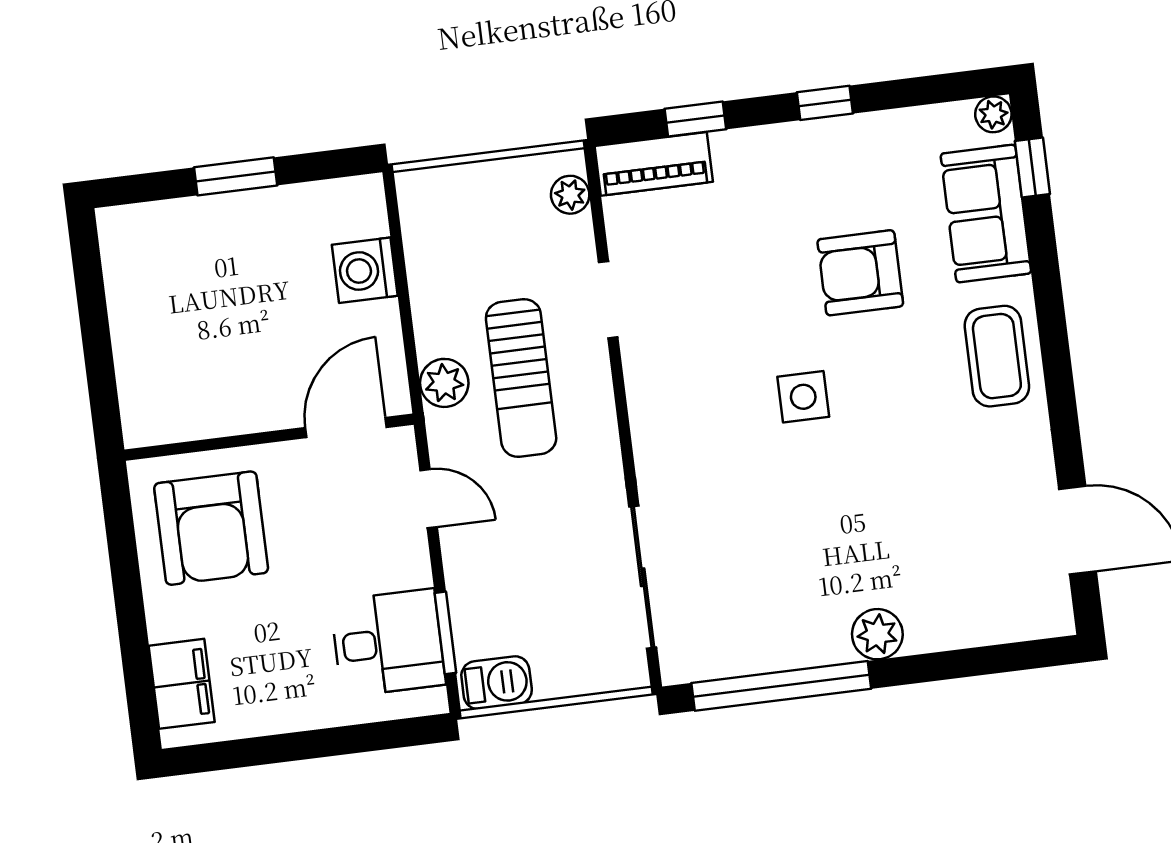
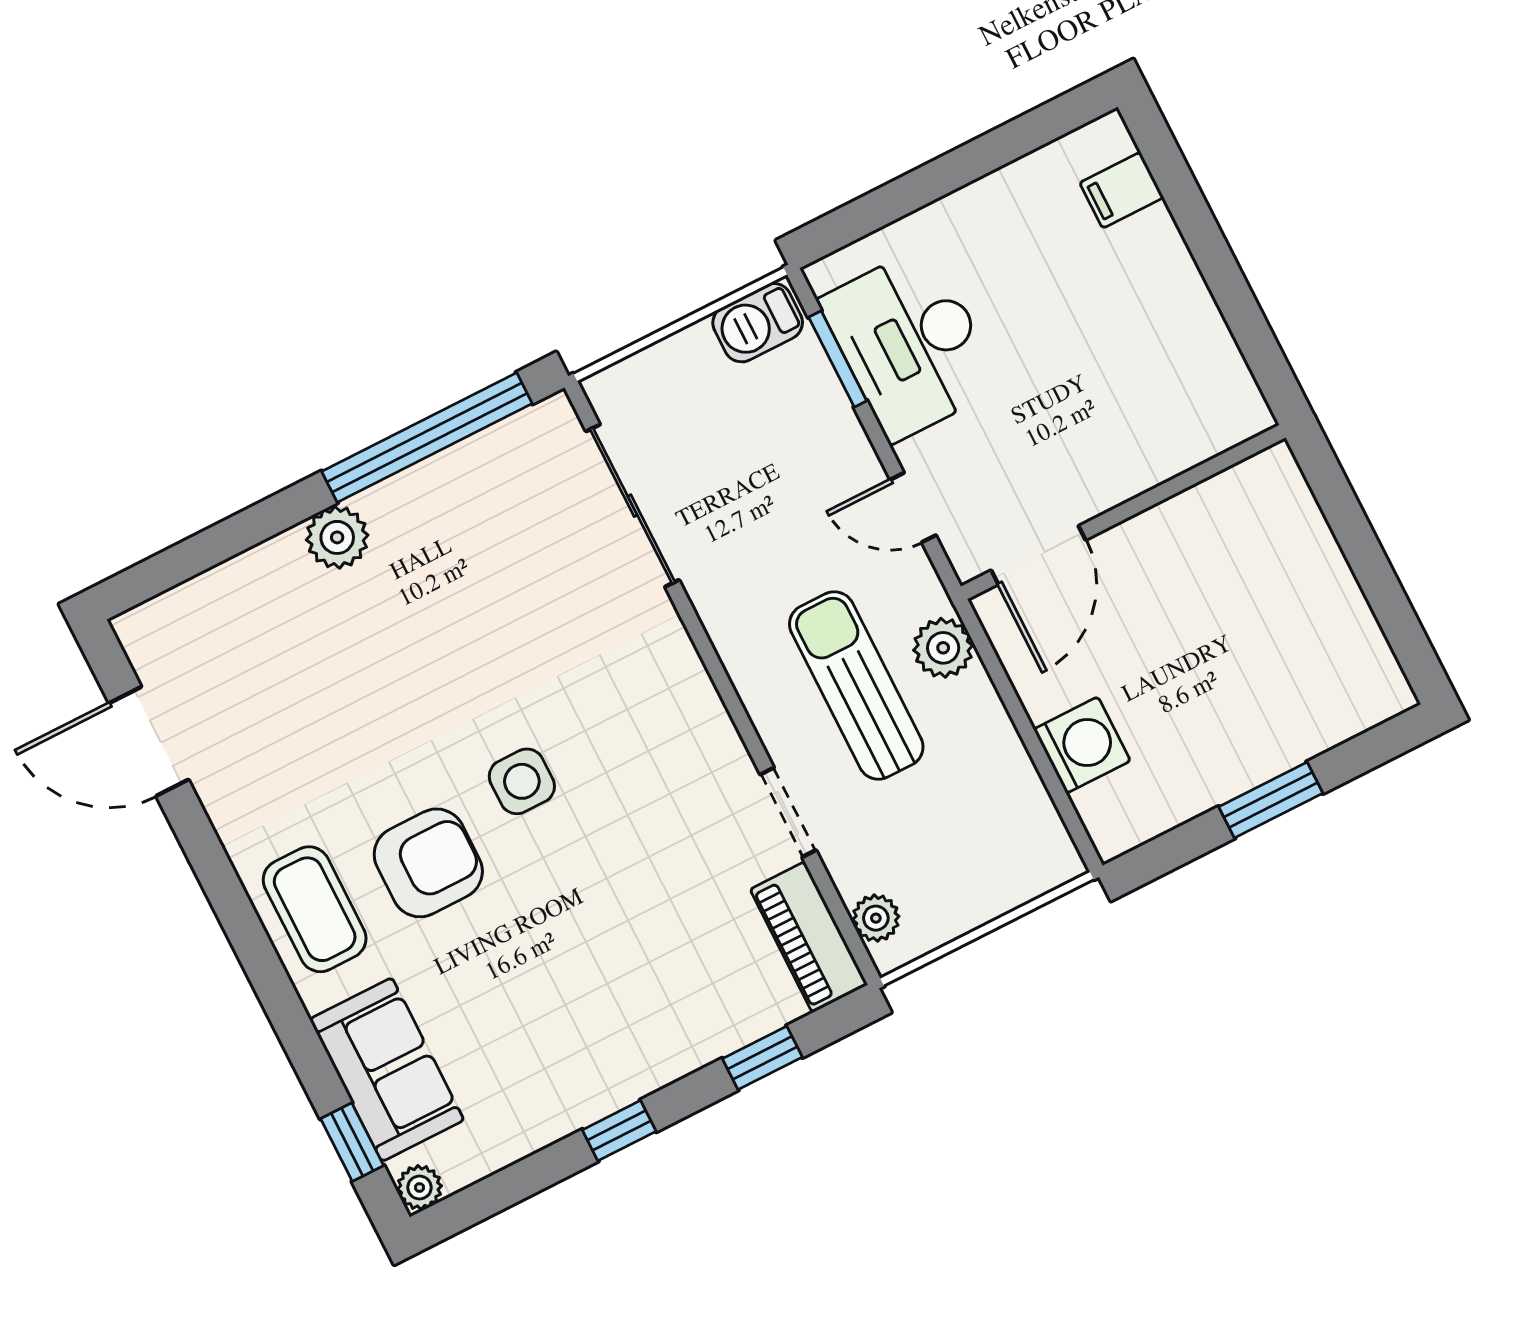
piano: (654, 164) -> (809, 937), moved, turned -90
armchair: (860, 273) -> (428, 863), moved
armchair: (211, 528) -> (1152, 383), removed
desk: (388, 643) -> (910, 343), width x1.37
filing cabinet: (182, 684) -> (1122, 190), width x0.50

